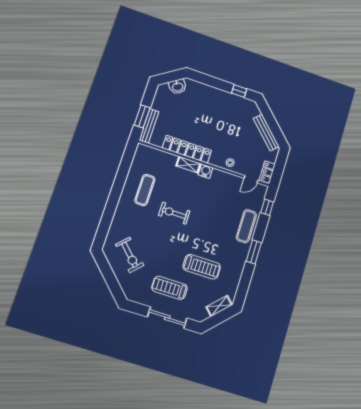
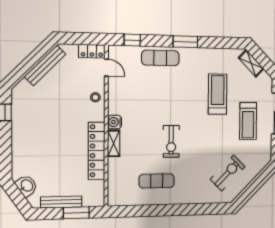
bench: (149, 126) -> (61, 202), moved

